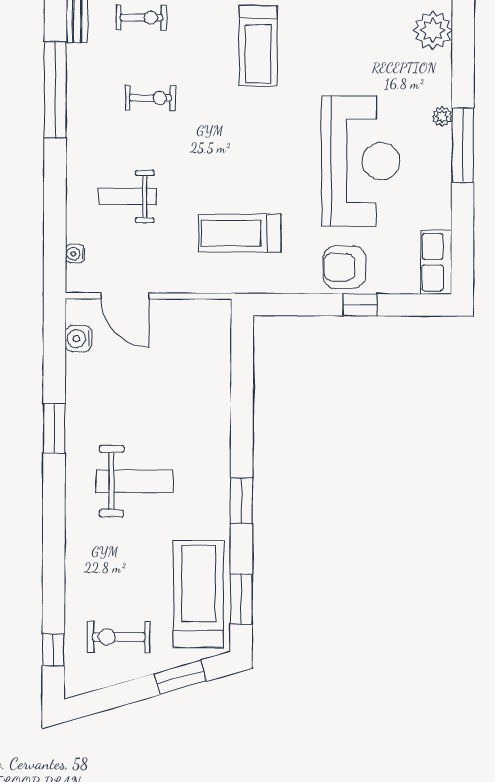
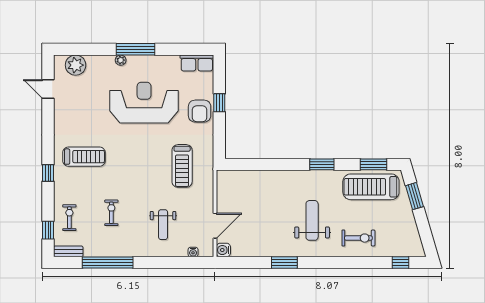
water cooler: (78, 338) -> (223, 250), moved, turned 90
exercise bike: (119, 637) -> (358, 238), moved, turned -90

